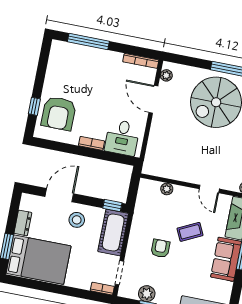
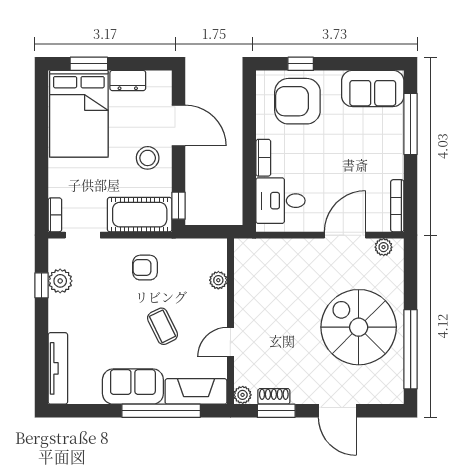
sofa: (60, 62) -> (373, 89), added
armchair: (160, 248) -> (145, 268), moved, turned 180

